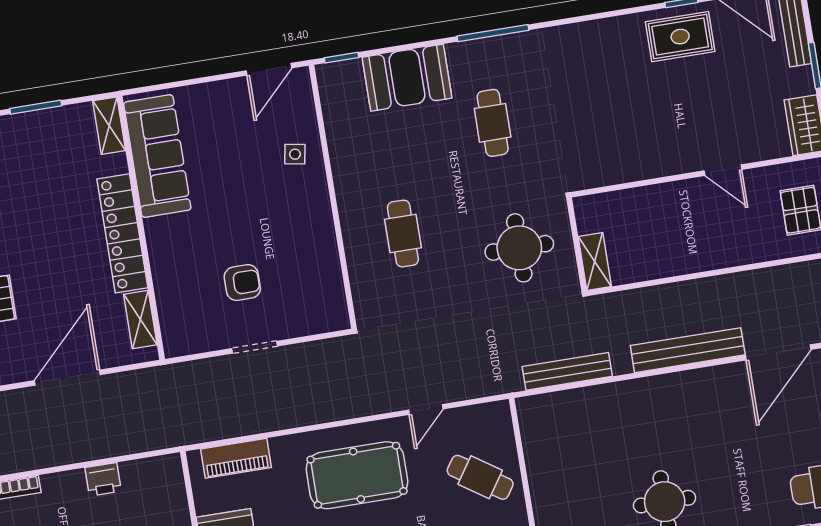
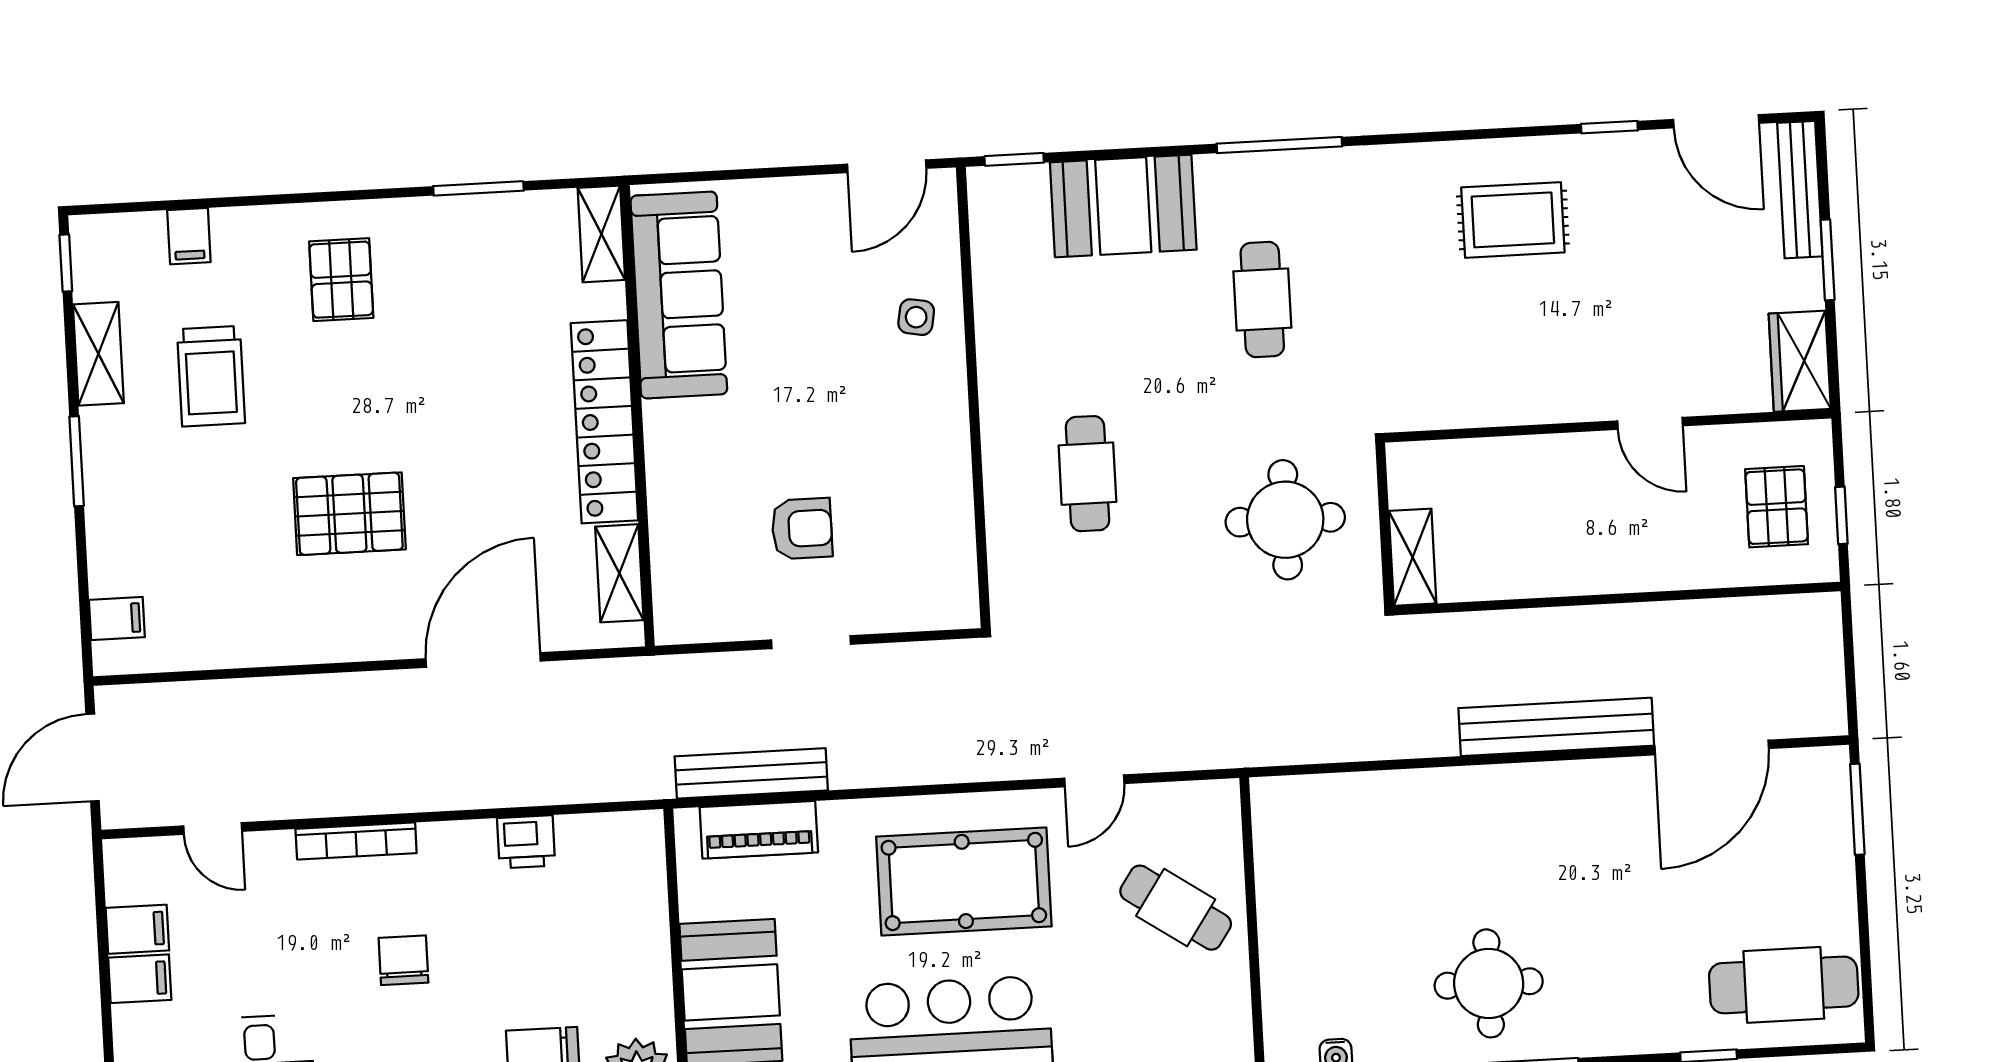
rug: (680, 37) -> (1513, 220), moved
bench: (567, 371) -> (751, 773), moved

